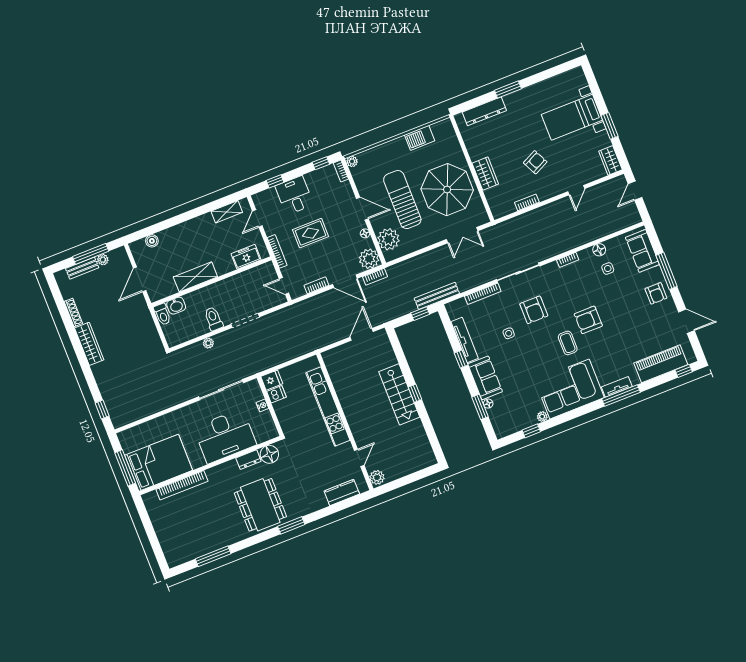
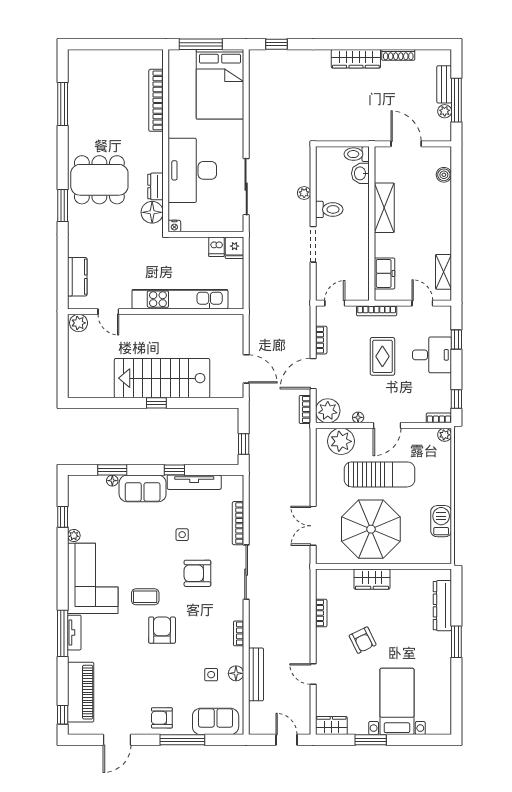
bench: (437, 296) -> (256, 674), moved
stairs: (399, 394) -> (162, 378), width x1.36, depth x1.51
nightstand: (262, 405) -> (174, 226), moved
bed: (159, 463) -> (220, 84), moved

